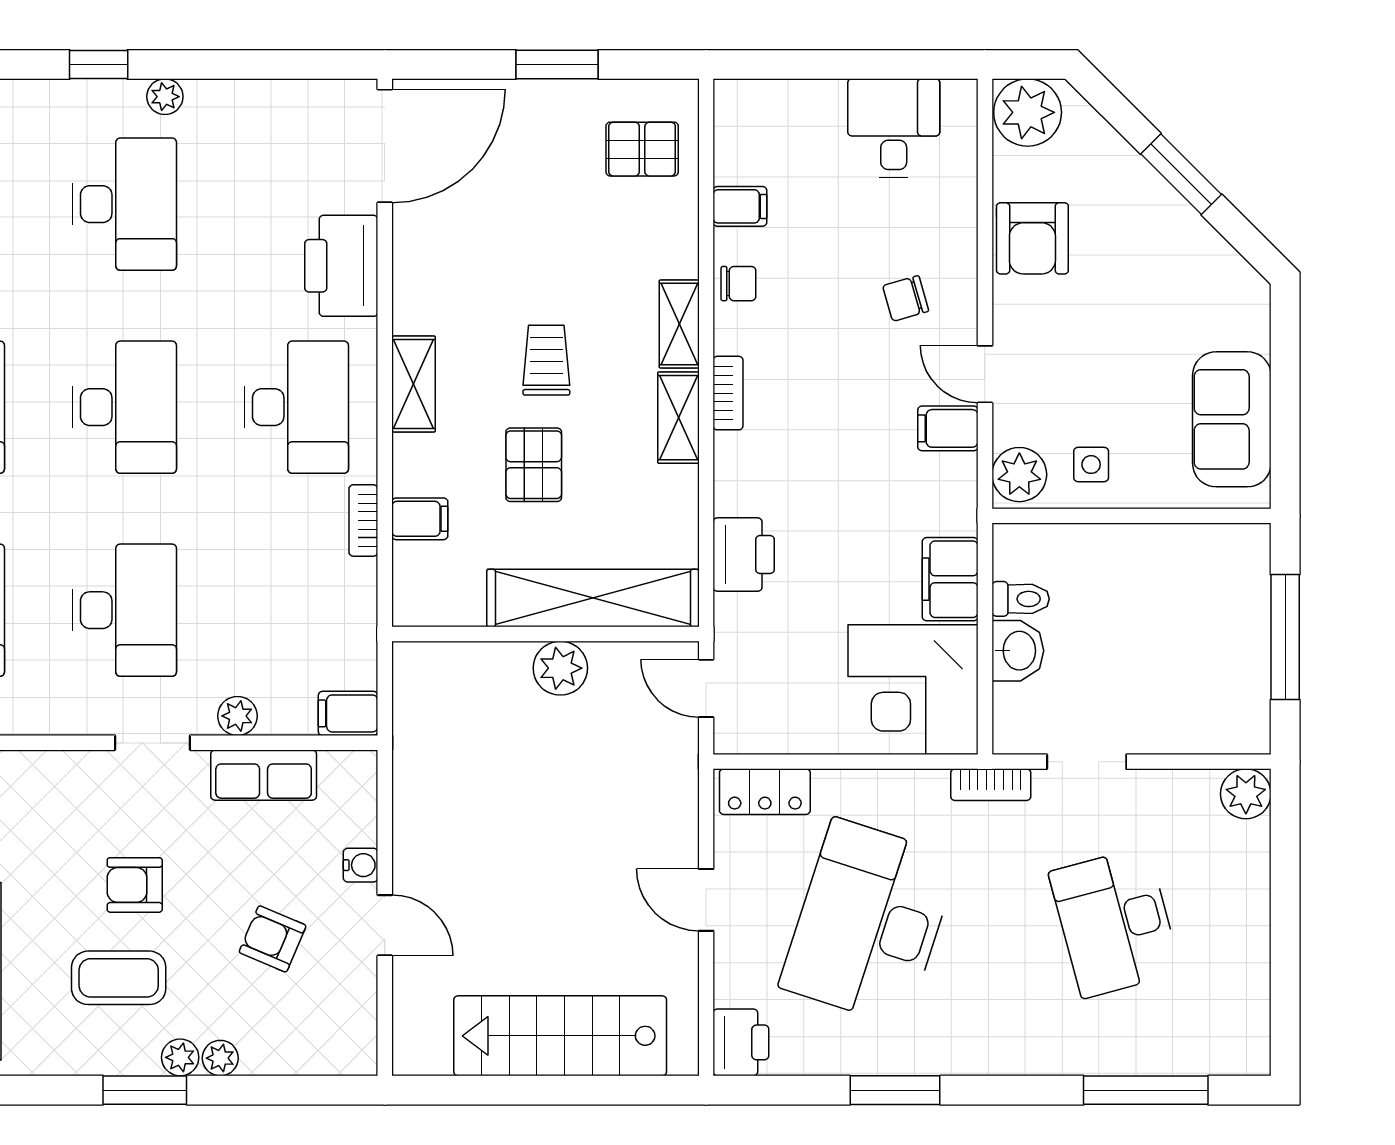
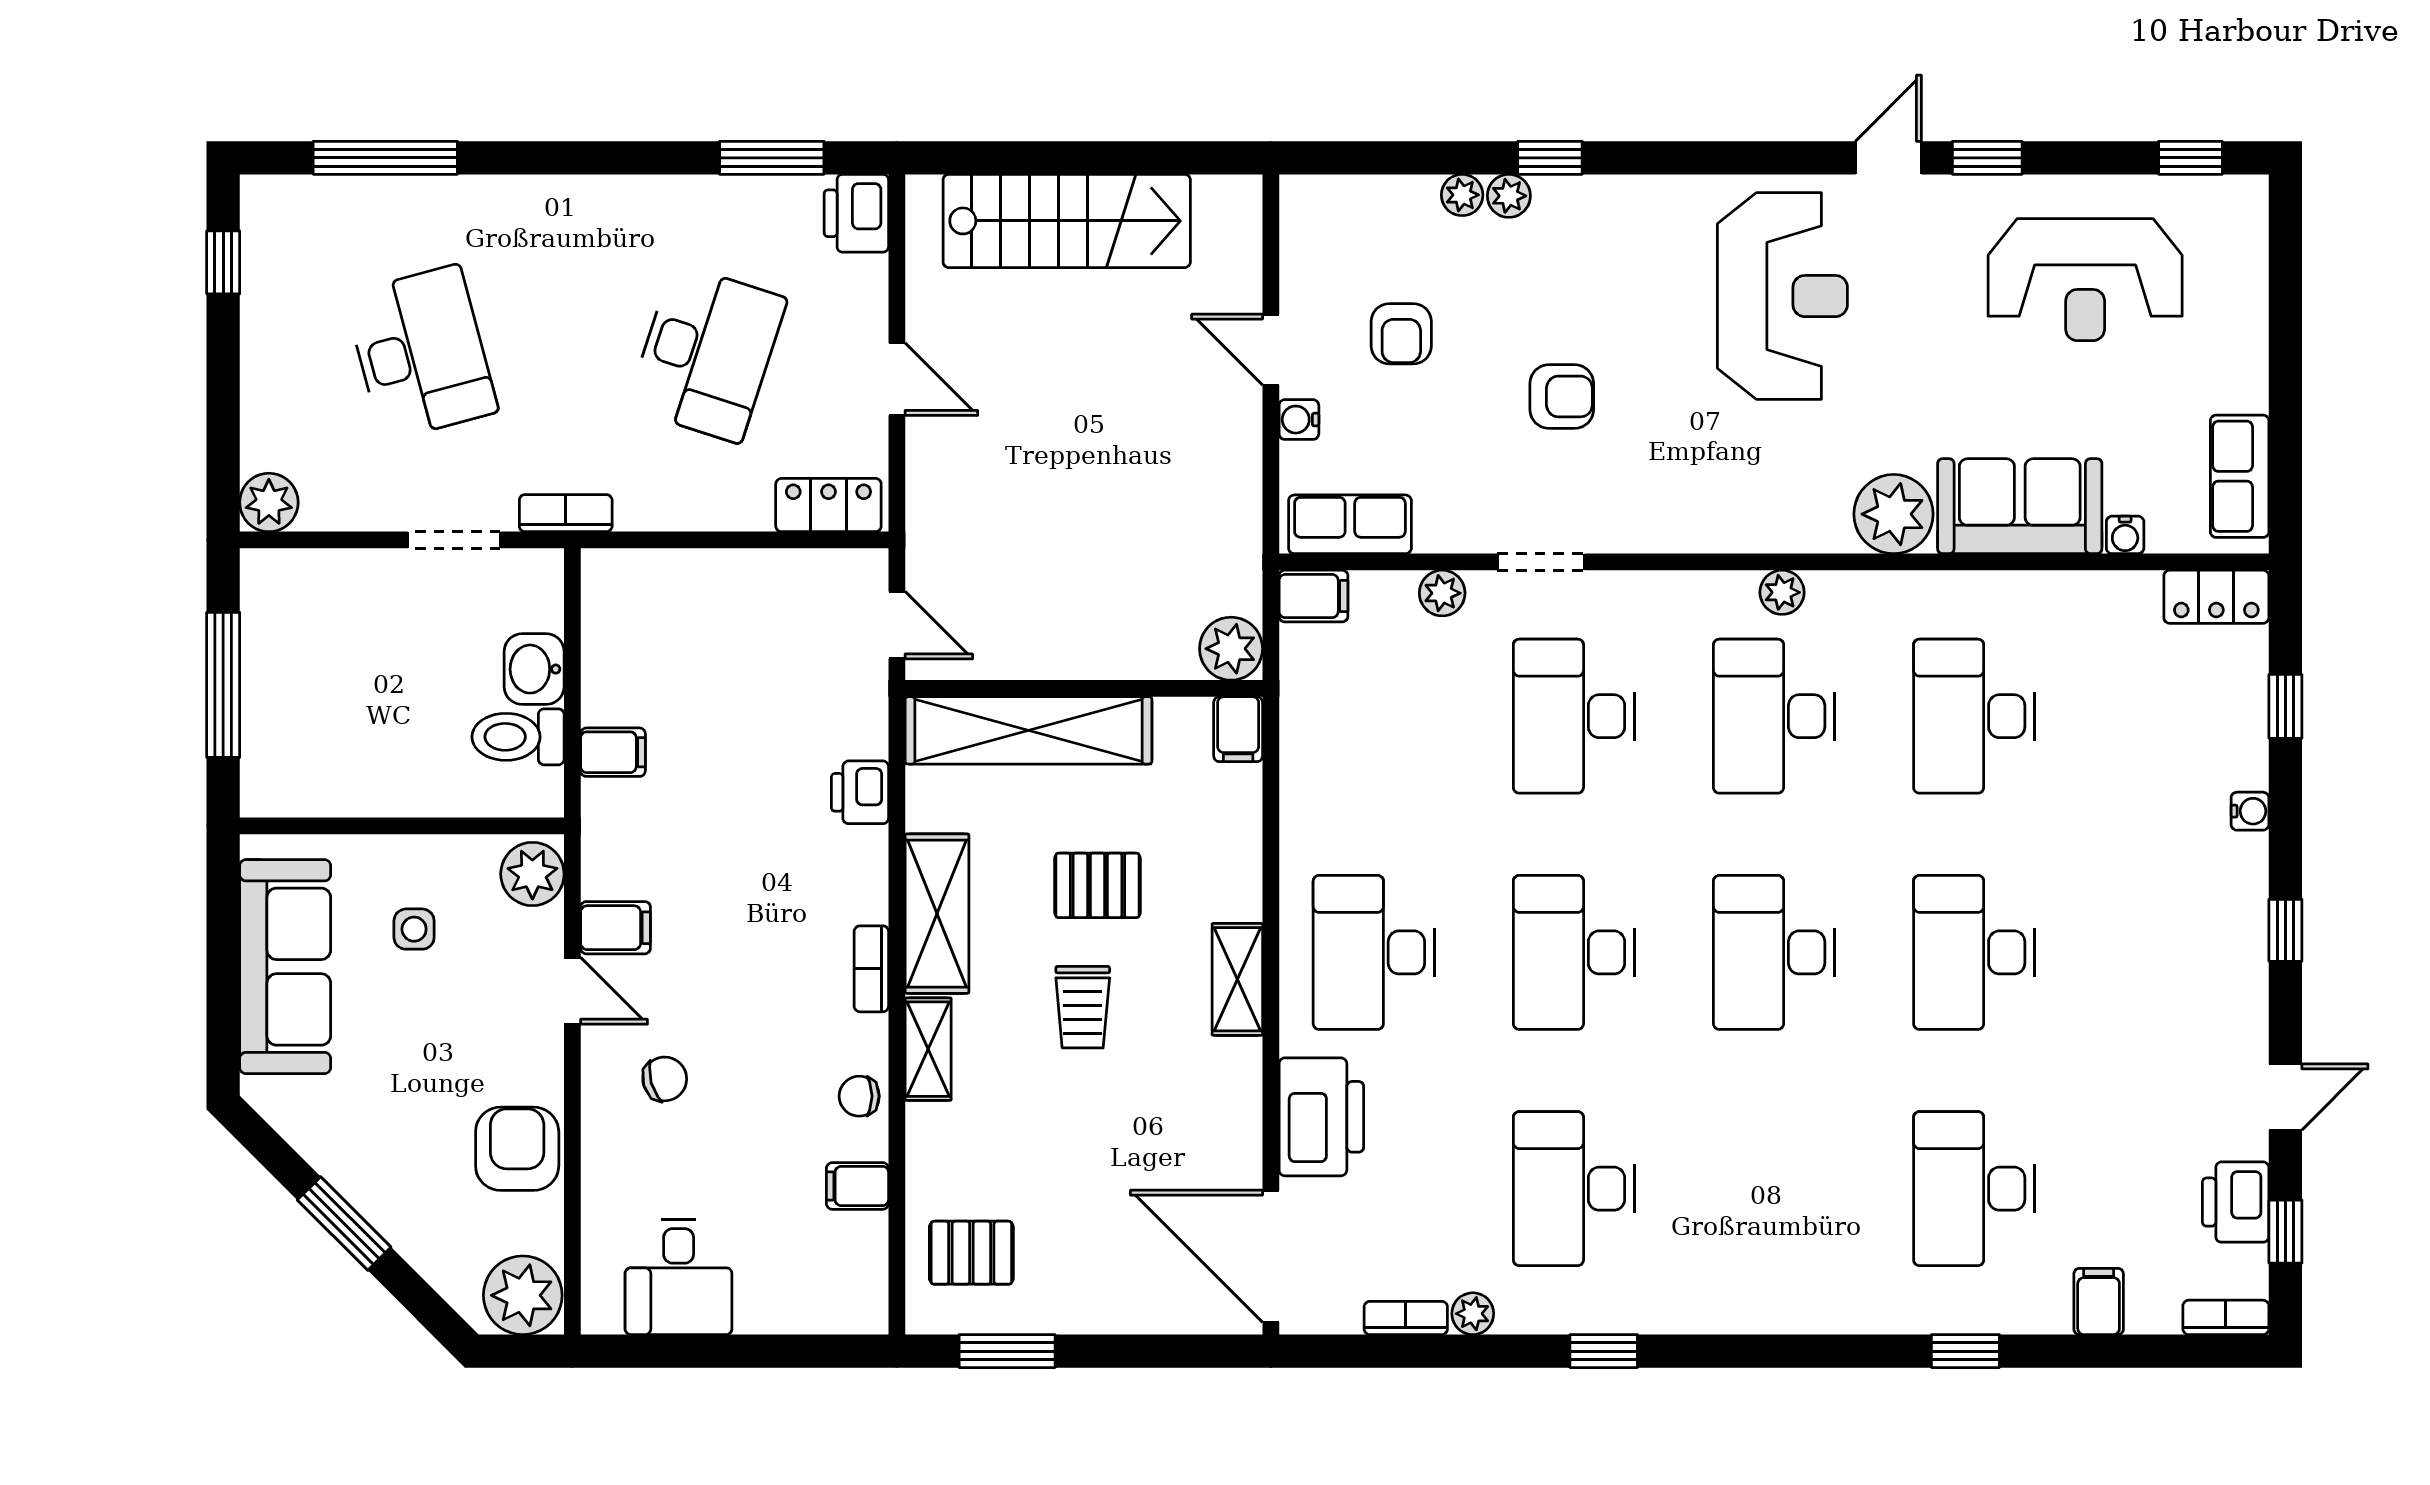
window: (557, 64) -> (1007, 1351), moved
plant: (165, 97) -> (1473, 1314), moved
door: (385, 146) -> (1271, 1256), hinge flipped
shelving: (678, 418) -> (937, 914), width x1.50, depth x1.33
sofa: (1232, 419) -> (285, 967), width x1.36
pallet: (534, 465) -> (1097, 885), turned 90
side table: (1091, 465) -> (414, 929), moved
filing cabinet: (420, 519) -> (1238, 729), moved, turned -90
bookcase: (363, 520) -> (1406, 1318), moved, turned -90
printer: (744, 555) -> (860, 792), width x0.73, depth x0.81
filing cabinet: (950, 579) -> (613, 752), width x0.50
toilet: (1021, 599) -> (518, 737), width x1.37, depth x1.39
plant: (560, 668) -> (1231, 649), moved
corner desk: (913, 690) -> (656, 624), removed
row of seats: (264, 775) -> (1350, 524), moved
desk: (869, 922) -> (707, 353), width x0.73, depth x0.77
armchair: (273, 939) -> (1401, 334), turned 67
coffee table: (119, 978) -> (1580, 288), removed
window: (1285, 1000) -> (223, 262), added
window: (145, 1090) -> (1550, 158), width x0.67
window: (895, 1090) -> (772, 158), moved

